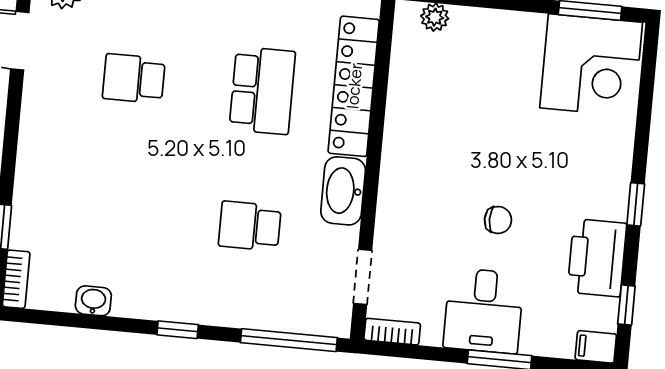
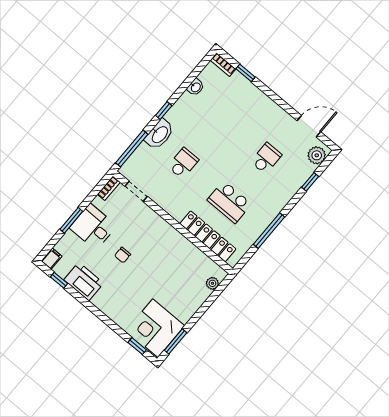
washbasin: (343, 191) -> (159, 134), moved, turned 90
window: (636, 204) -> (137, 346), moved

